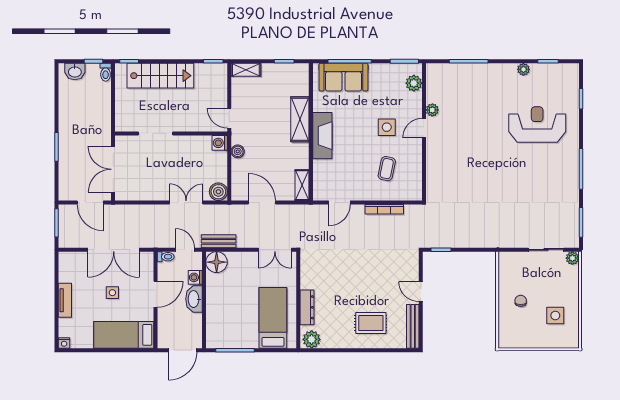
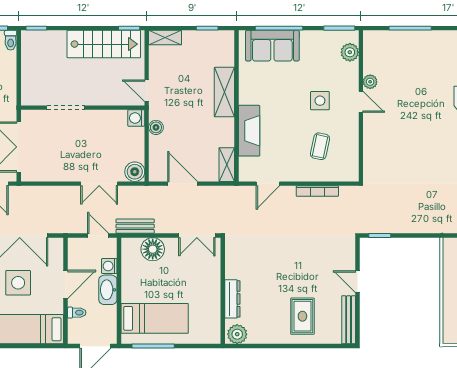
stairs: (160, 76) -> (104, 44), moved
door: (424, 128) -> (361, 102), swing flipped
fireplace: (322, 136) -> (249, 131), moved
double door: (186, 203) -> (99, 184), swing flipped
toilet: (166, 257) -> (77, 313), moved
floor lamp: (217, 262) -> (153, 249), moved
side table: (112, 293) -> (18, 283), width x1.87, depth x1.87
bed: (273, 318) -> (155, 318), moved, turned 90
rug: (371, 323) -> (302, 316), turned 90

